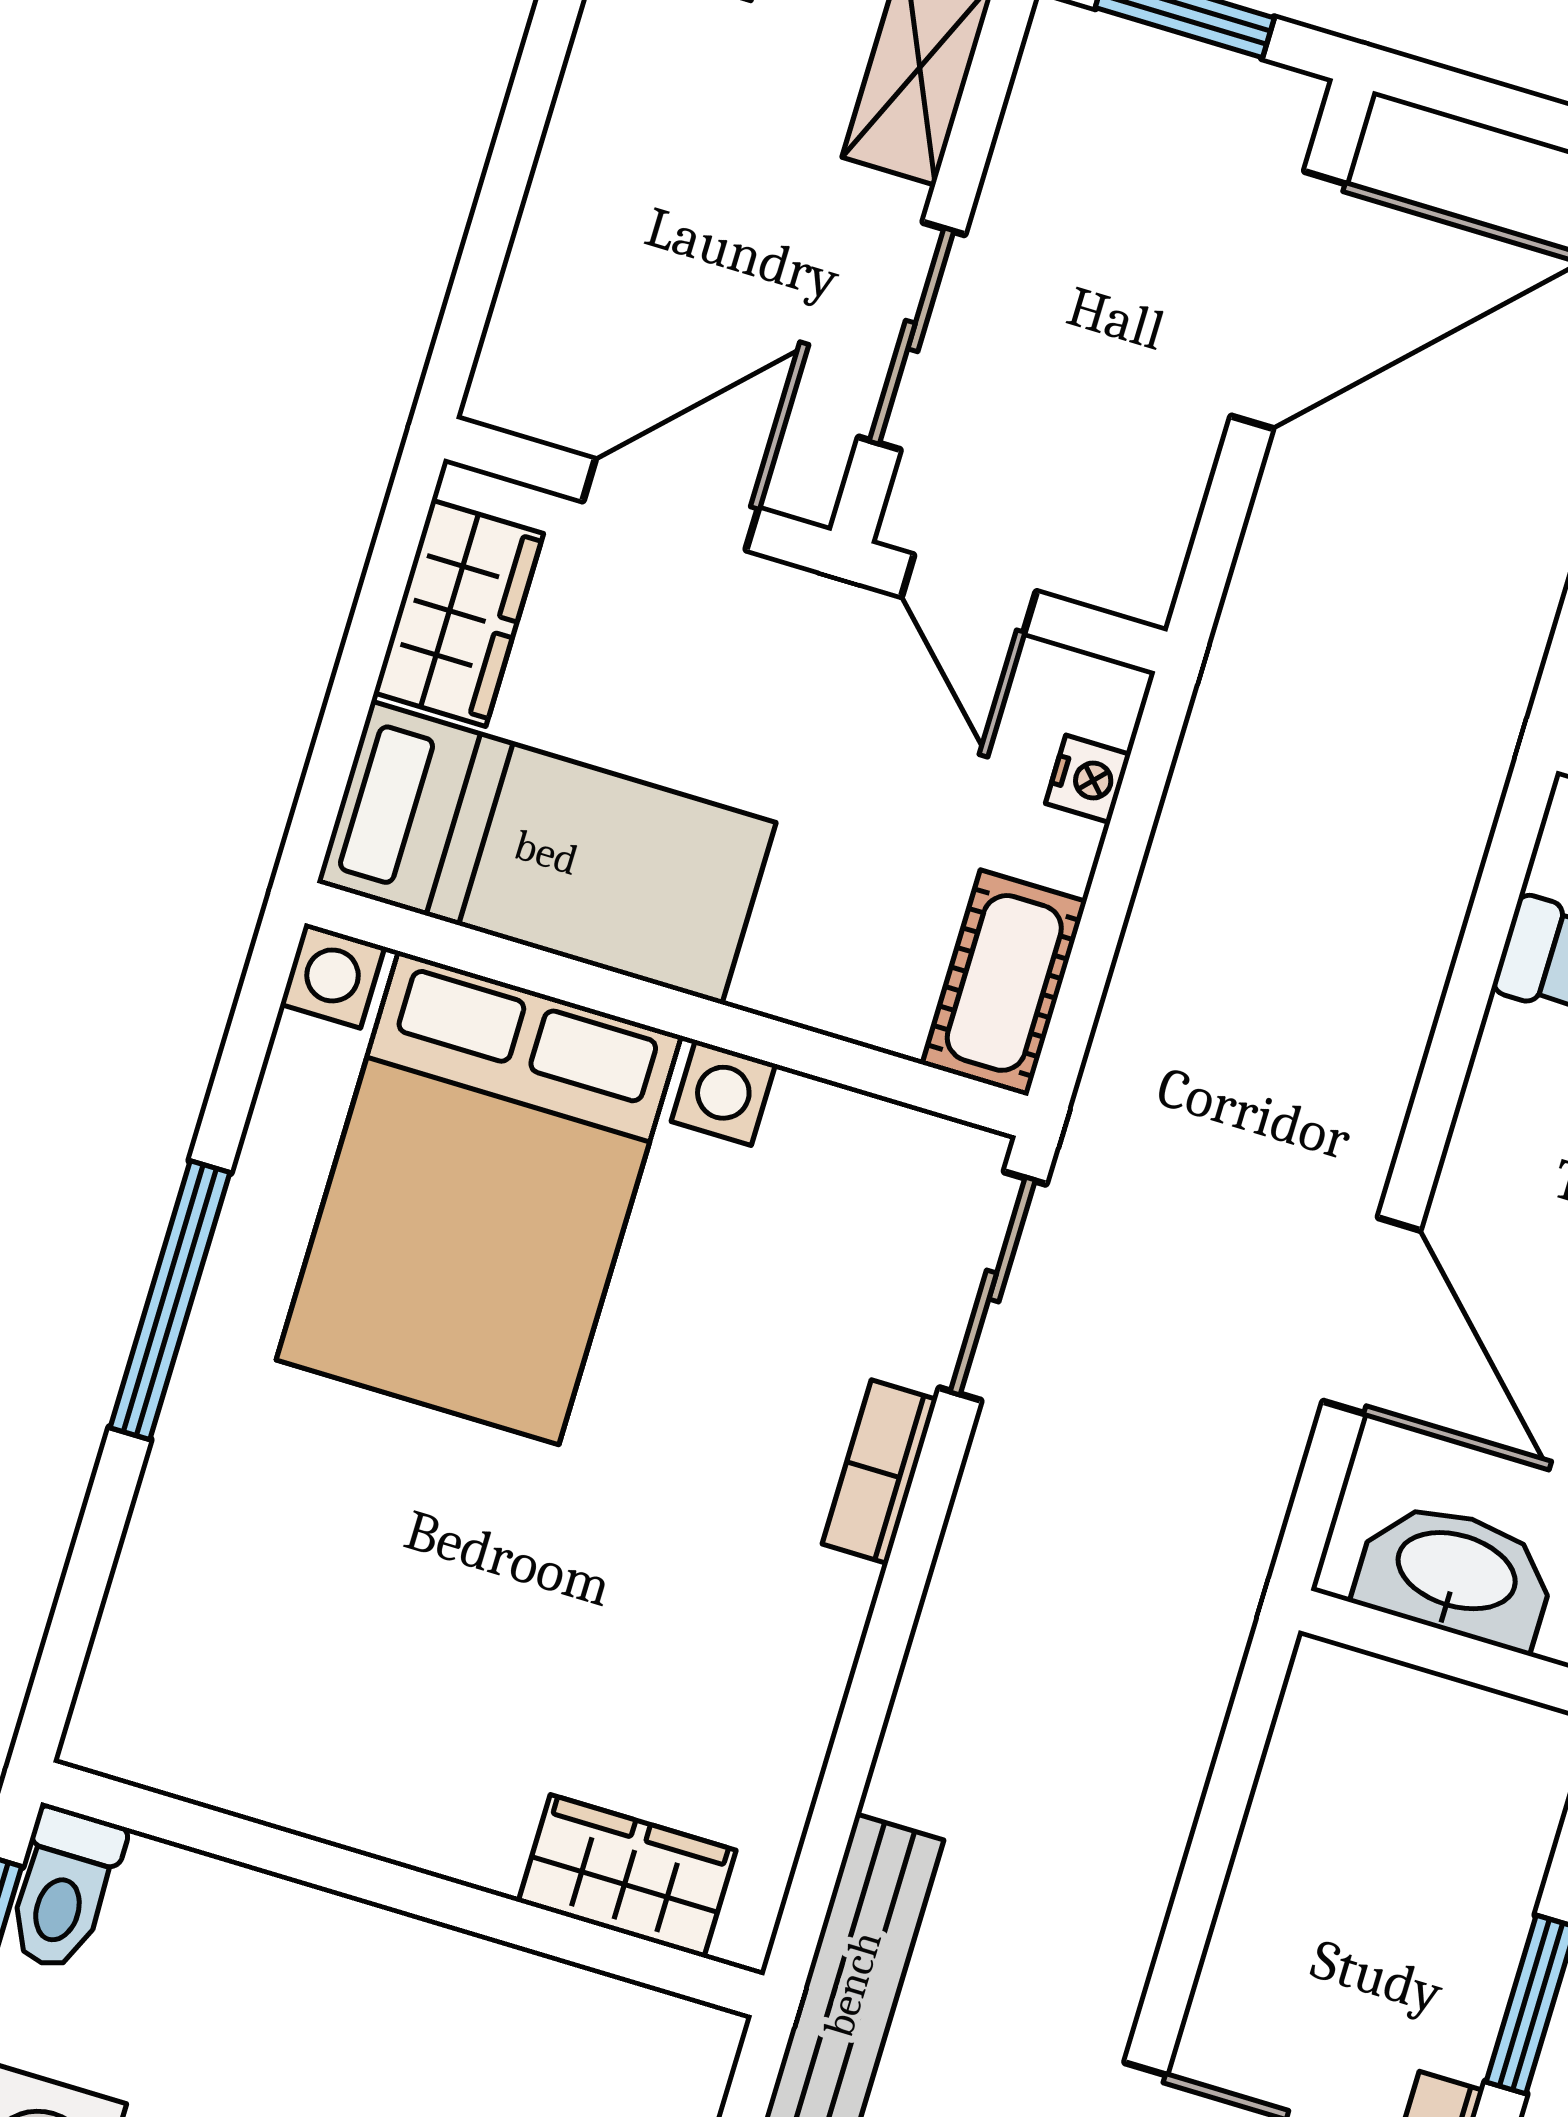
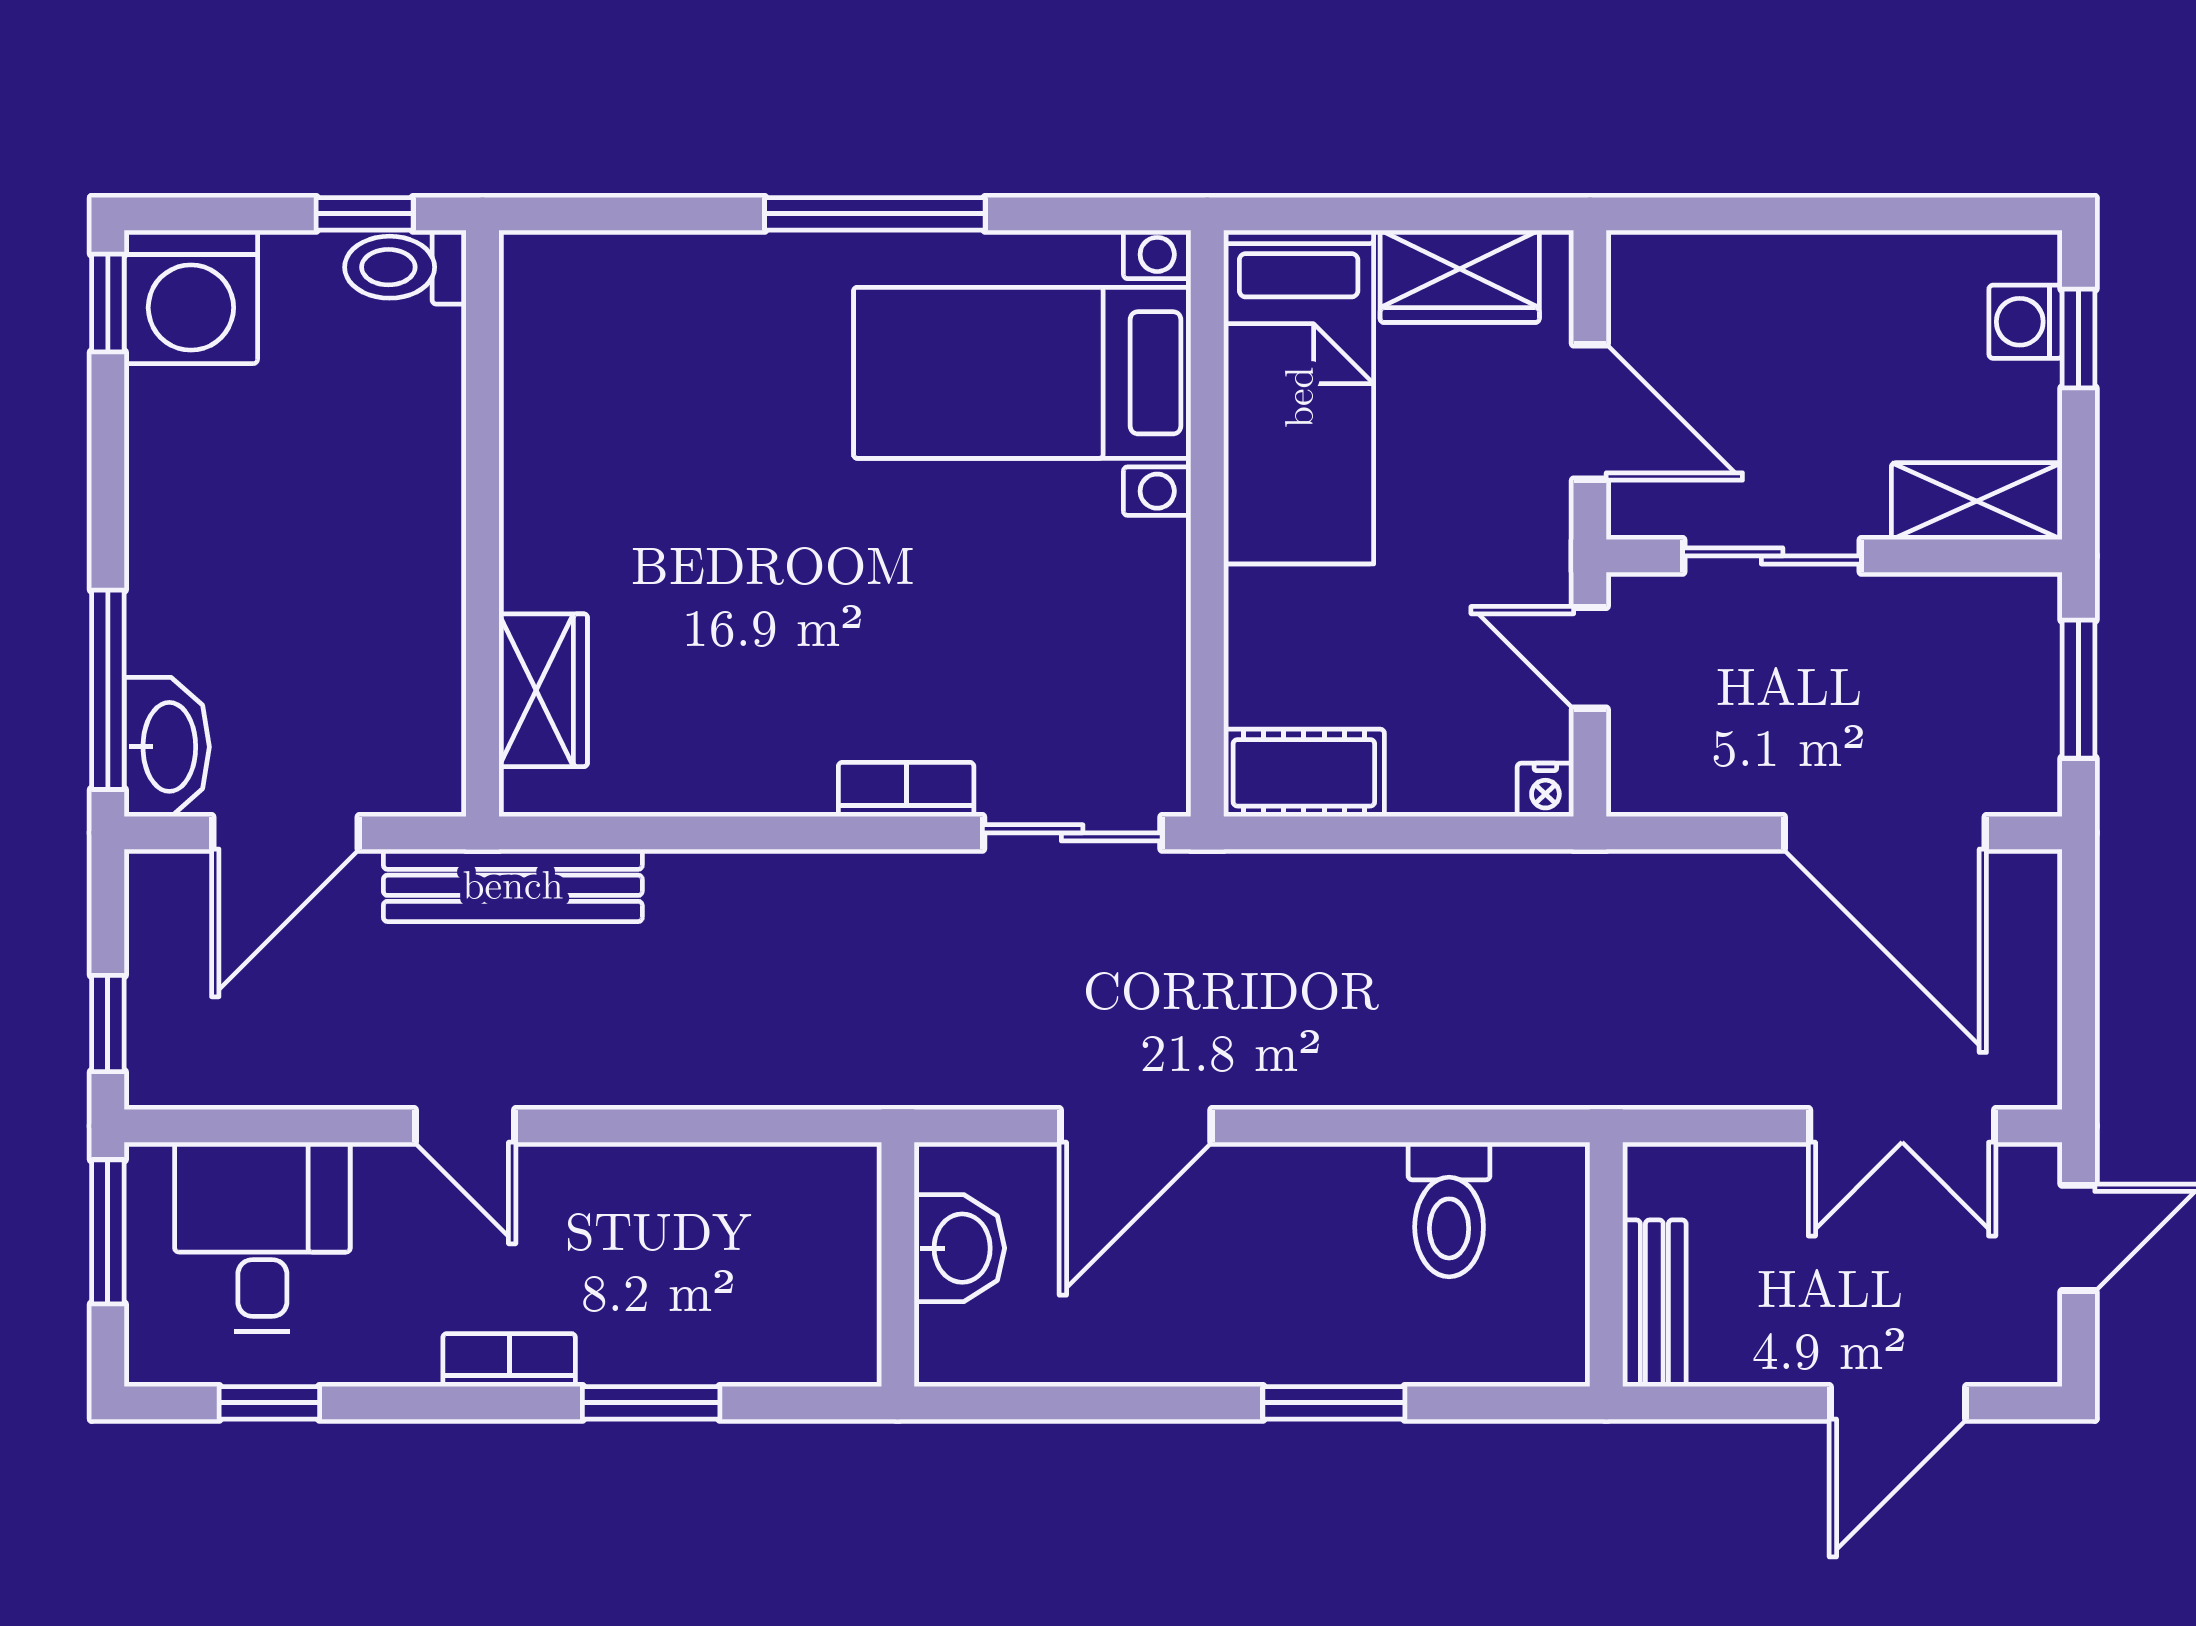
door: (969, 594) -> (1590, 658), hinge flipped
nightstand: (1088, 779) -> (1545, 790), moved
bed with nightstands: (479, 1198) -> (1022, 373), width x0.73
washbasin: (1456, 1574) -> (959, 1248), width x0.72

